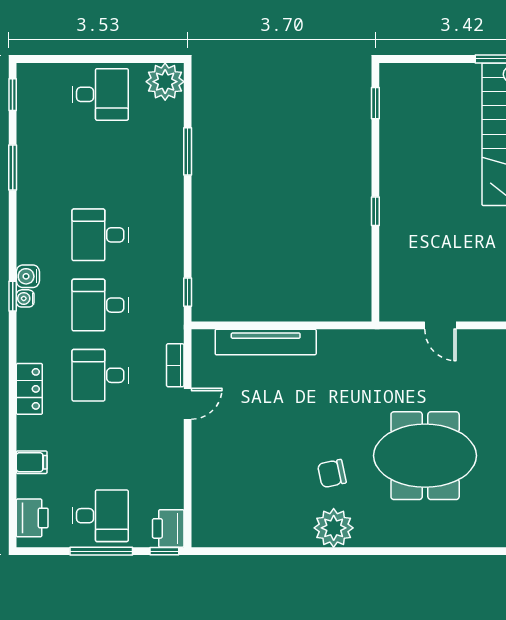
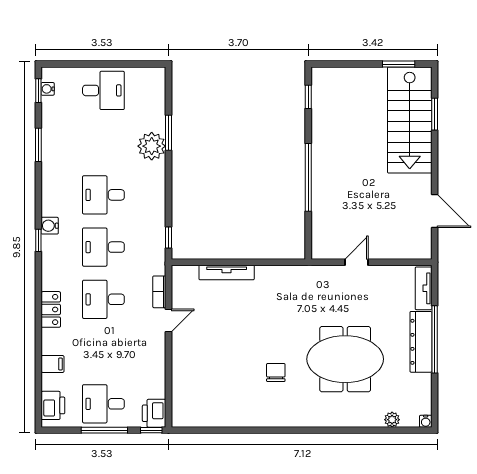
plant: (165, 82) -> (152, 146), moved
window: (375, 211) -> (308, 177), width x3.17
water cooler: (25, 298) -> (48, 89), moved
door: (440, 325) -> (357, 262), swing flipped
tv unit: (266, 342) -> (227, 272), width x0.73, depth x0.78
chair: (332, 474) -> (276, 372), turned 102
desk: (100, 516) -> (103, 404), turned 180
plant: (334, 528) -> (392, 420), moved, width x0.53, depth x0.53

